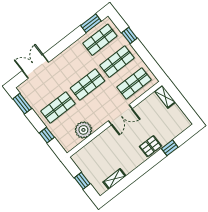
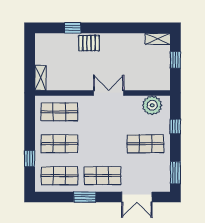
window: (91, 23) -> (85, 197), moved
shop shelf: (87, 85) -> (103, 176), moved
double door: (120, 115) -> (109, 93), moved
plant: (83, 130) -> (152, 105), moved
shelving: (114, 179) -> (158, 39), moved

